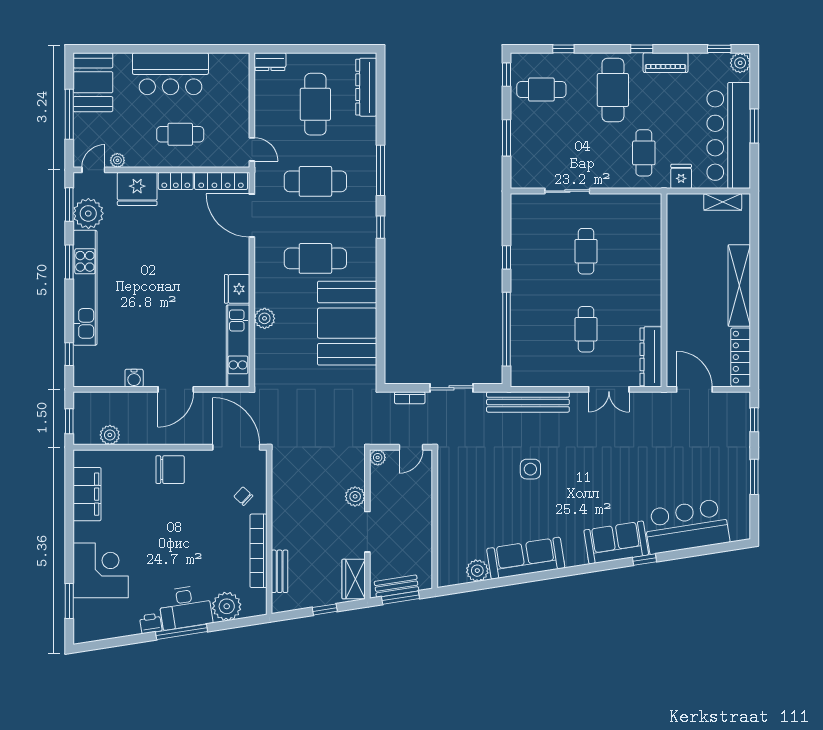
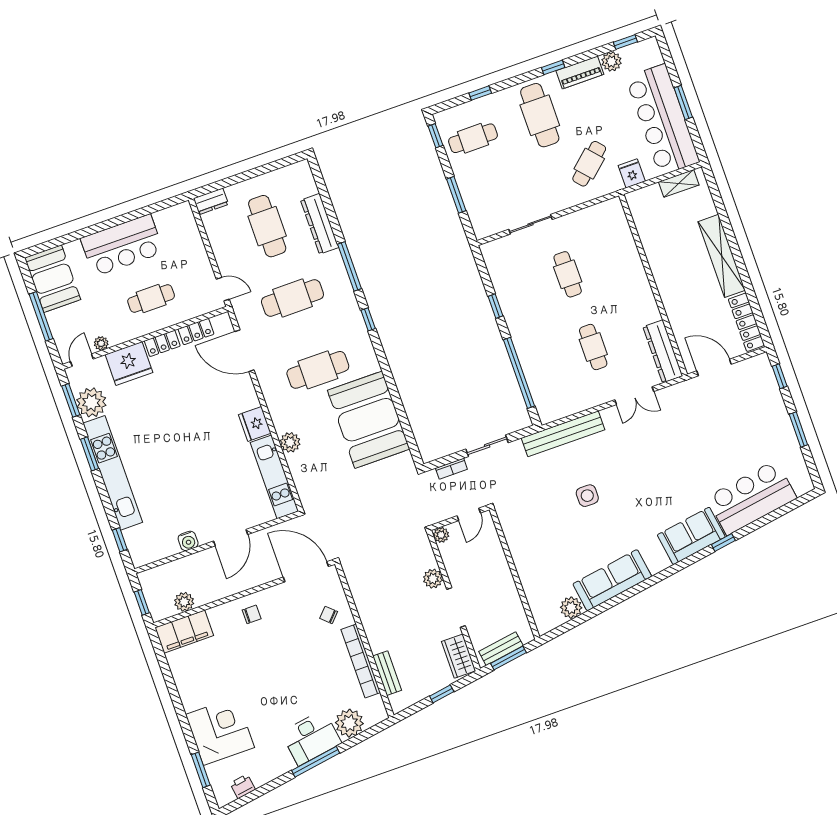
plant: (740, 63) -> (612, 62), moved
dresser: (366, 87) -> (320, 224), moved
cafe table: (644, 153) -> (589, 164), turned 48
locker: (221, 181) -> (196, 332), width x0.66
chair: (170, 470) -> (252, 614), width x0.54, depth x0.54
filing cabinet: (87, 494) -> (184, 632), moved, turned 90
printer: (151, 623) -> (243, 786), moved

